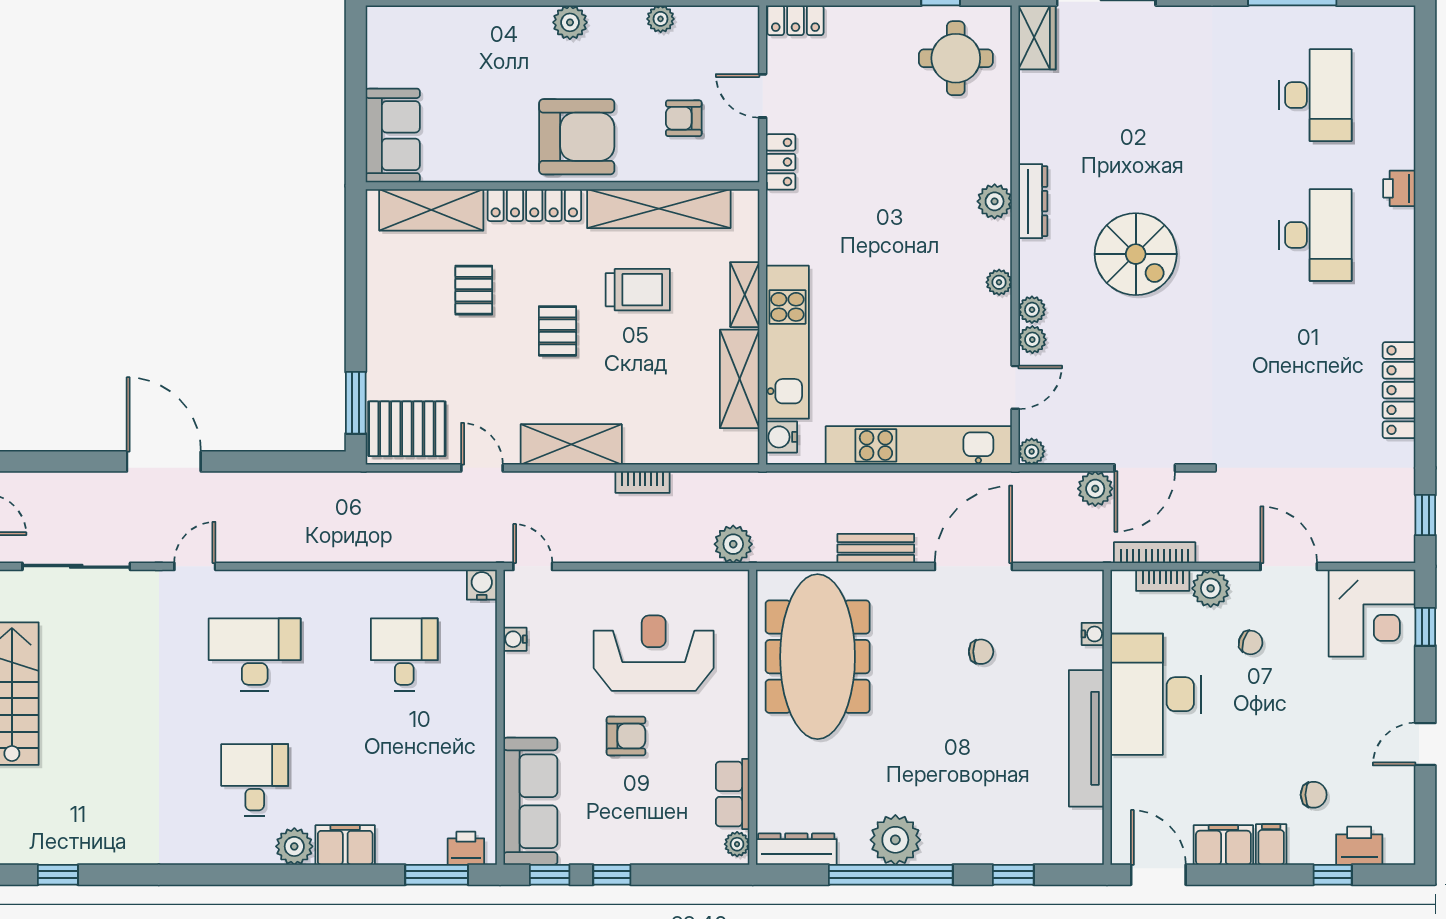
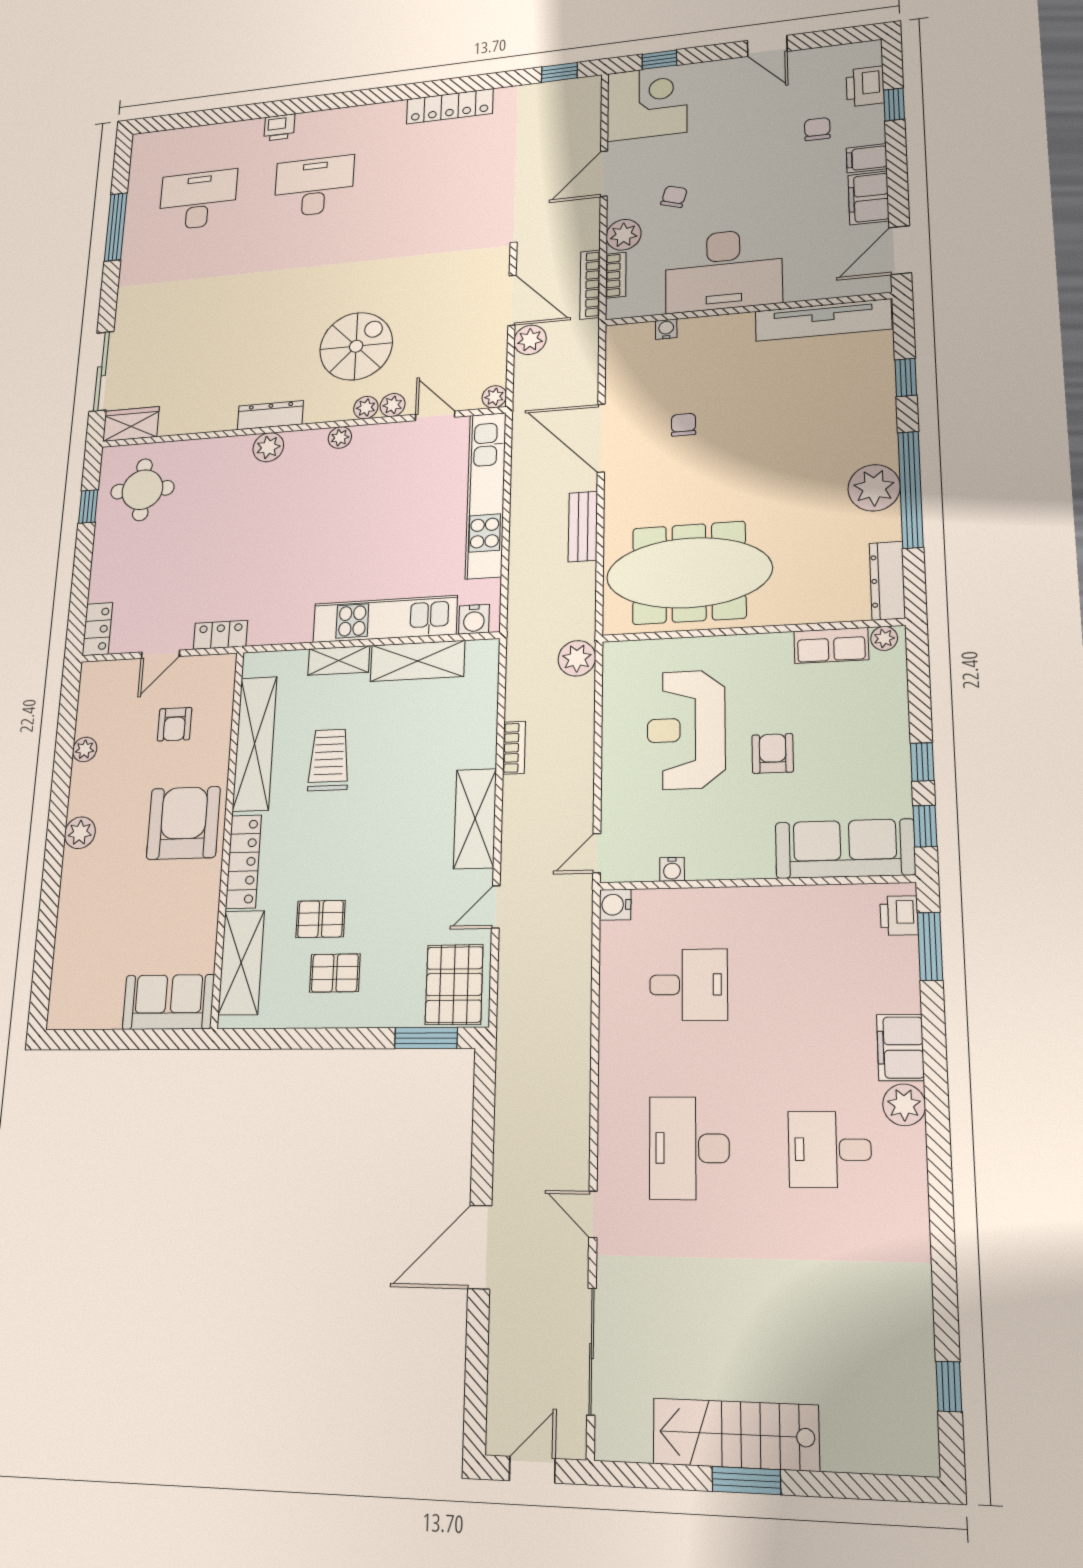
spiral stairs: (1136, 254) -> (356, 346), moved
pallet: (557, 331) -> (335, 973), moved
desk: (404, 654) -> (689, 985), turned 180
tv unit: (1086, 738) -> (823, 320), moved

